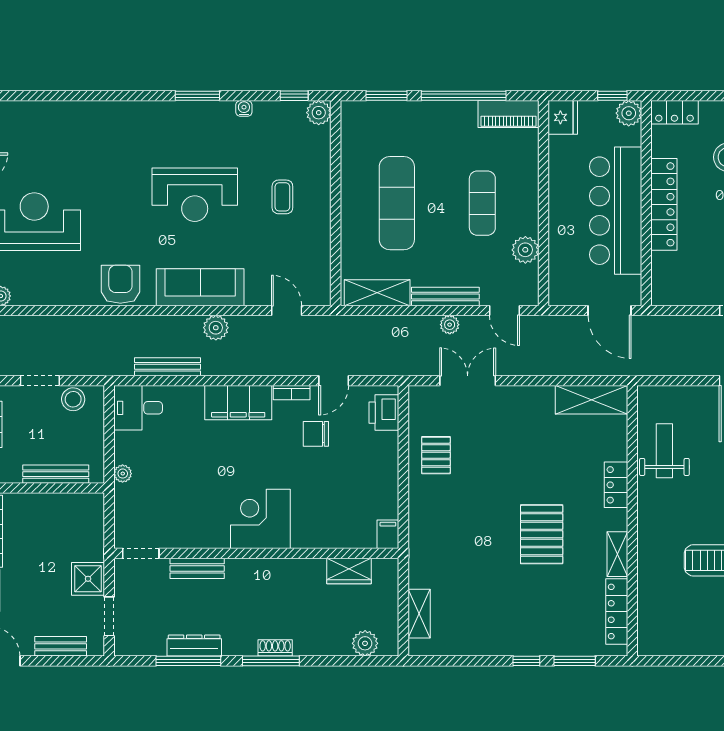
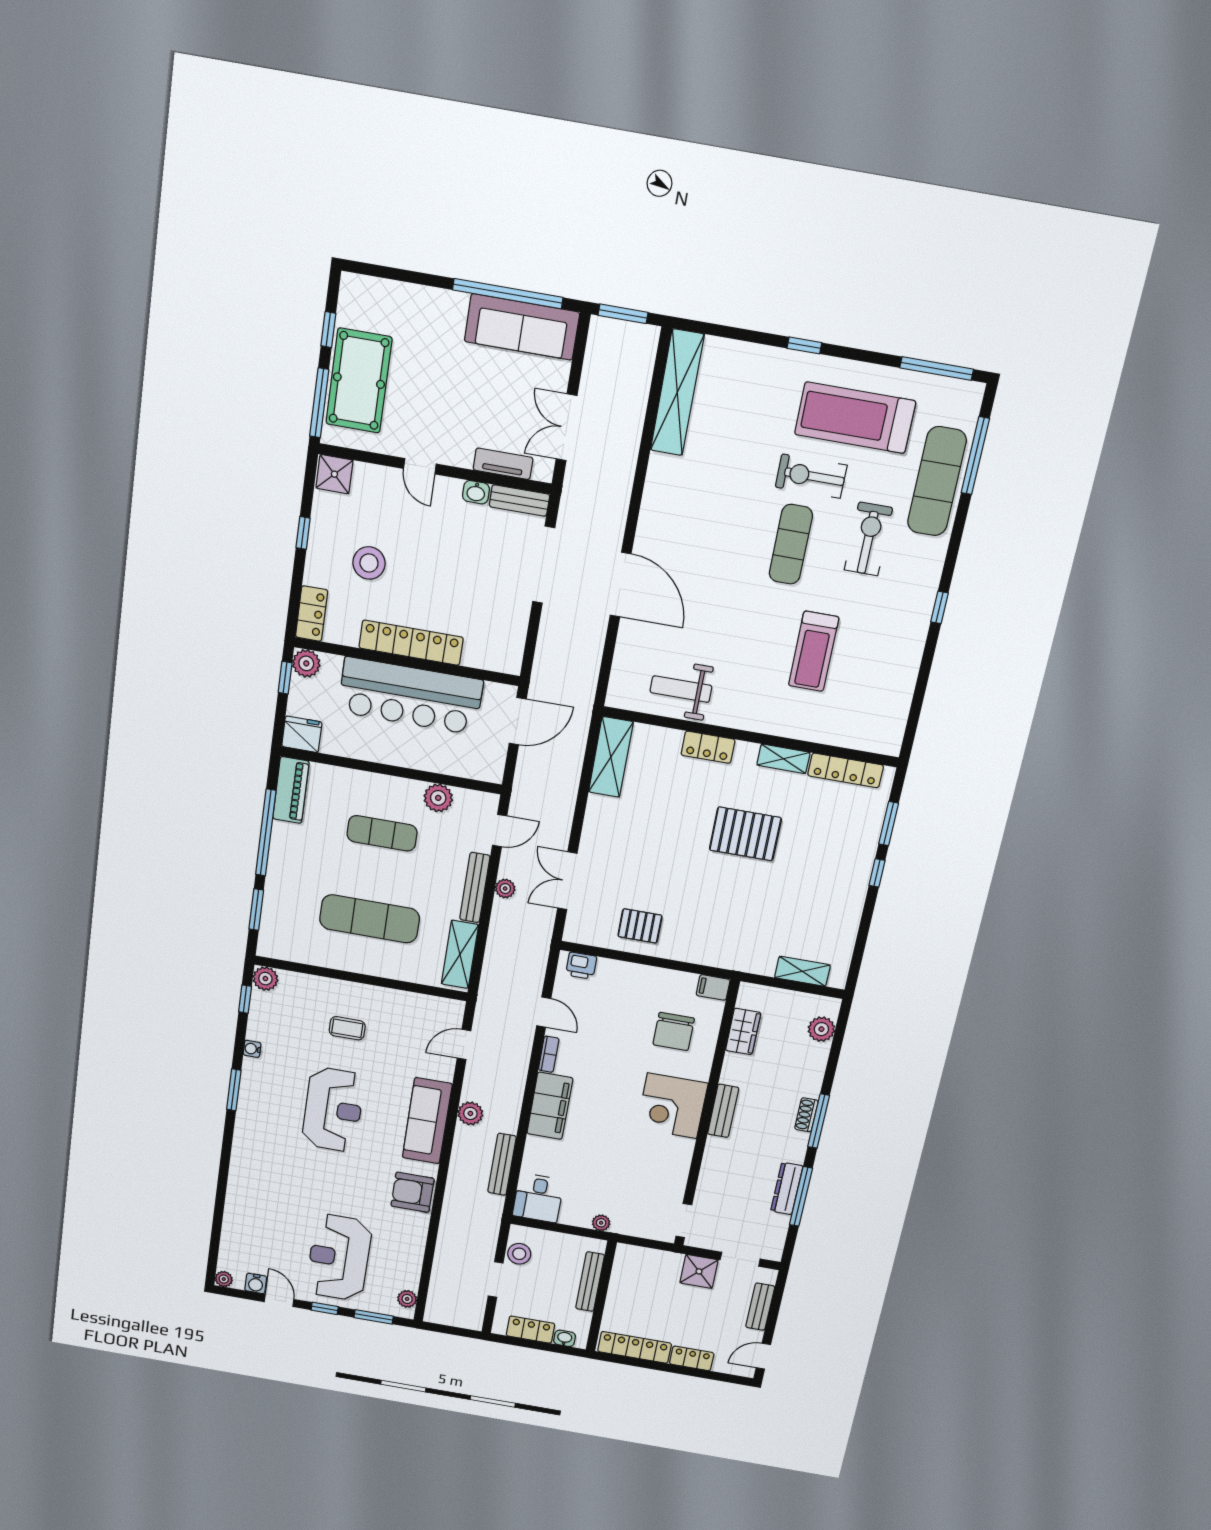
printer: (384, 413) -> (581, 966), width x0.73, depth x0.81
chair: (316, 434) -> (674, 1032), moved, width x1.37, depth x1.37
bench: (197, 568) -> (723, 1111), moved

